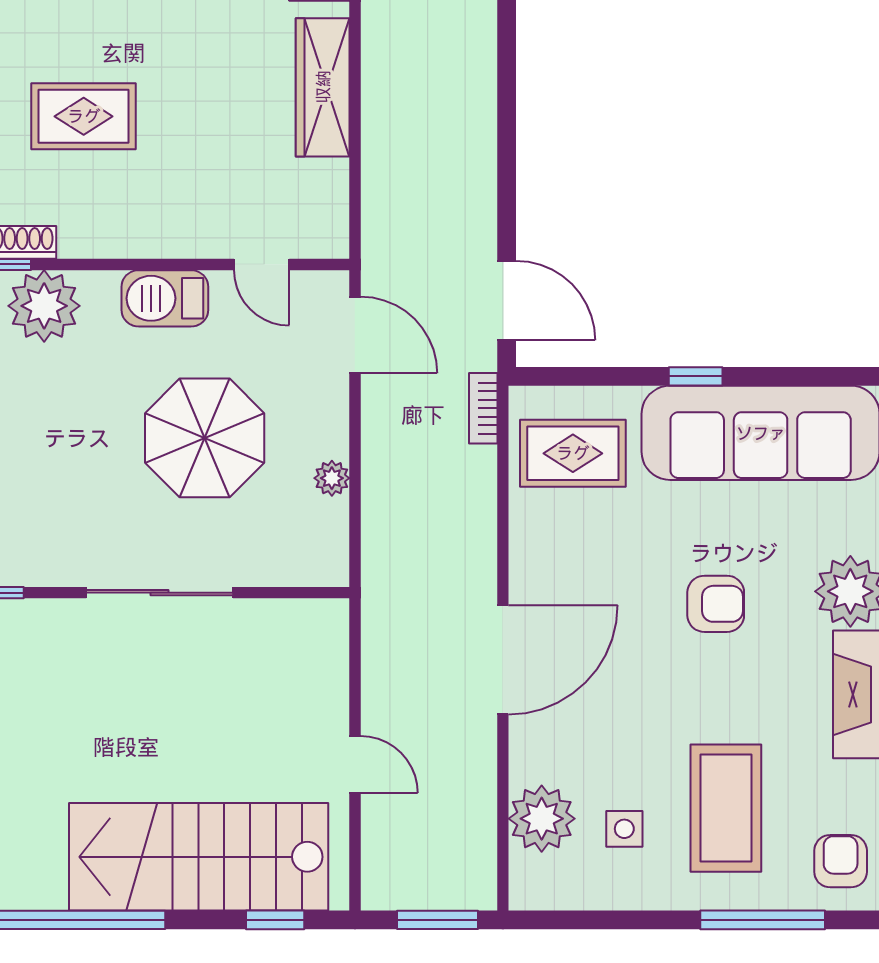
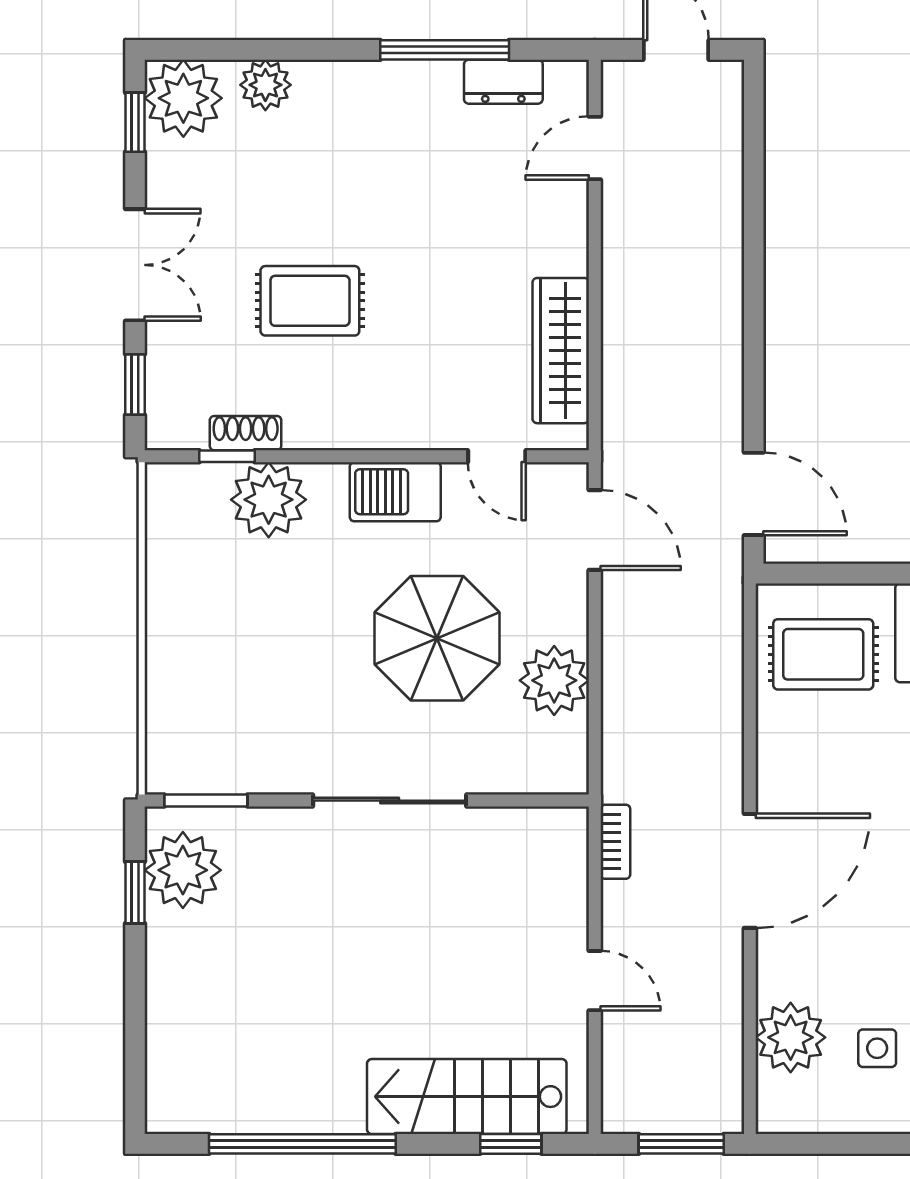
wardrobe: (323, 87) -> (561, 351), moved
bookcase: (483, 408) -> (615, 842), moved, turned 180
plant: (332, 478) -> (554, 680), width x1.88, depth x1.88
stairs: (199, 857) -> (467, 1097), width x0.73, depth x0.66

